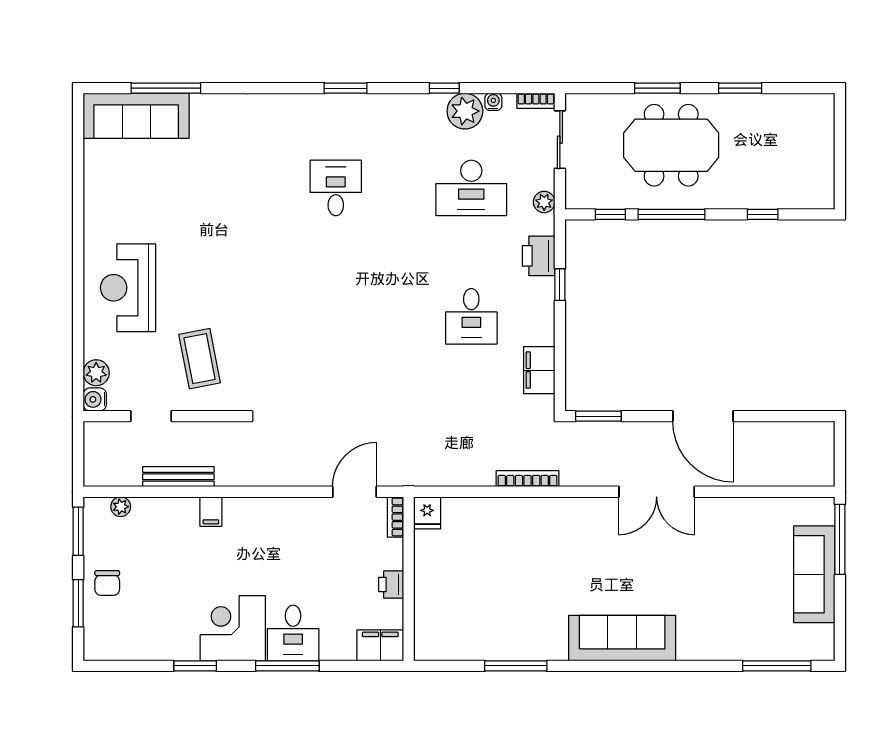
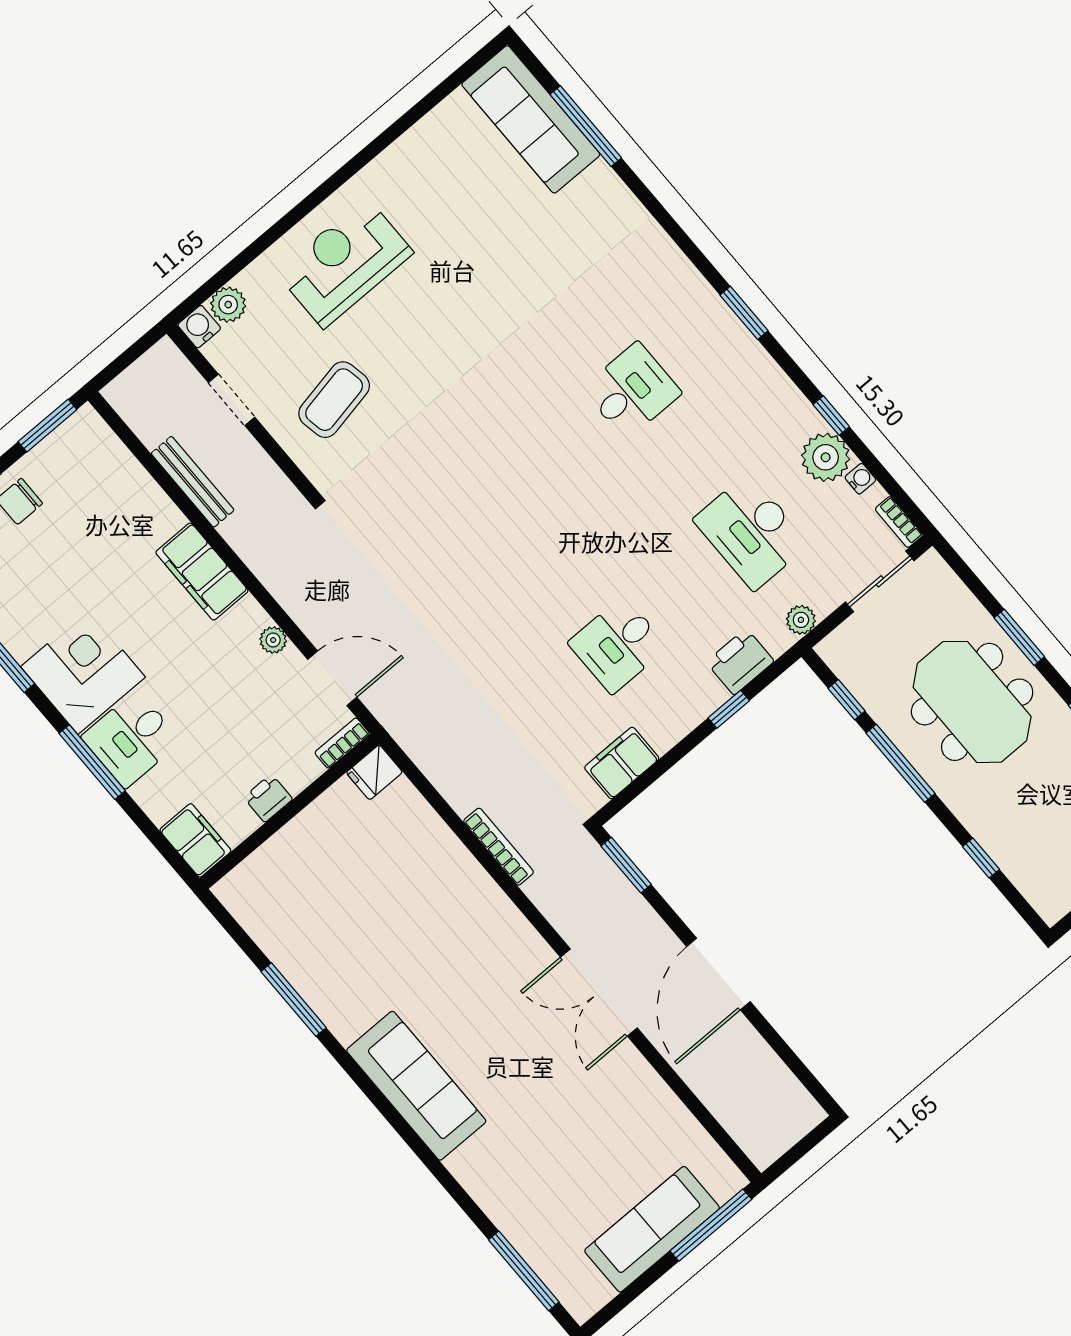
plant: (121, 507) -> (273, 640), moved
filing cabinet: (211, 512) -> (202, 572), width x3.00, depth x1.17

